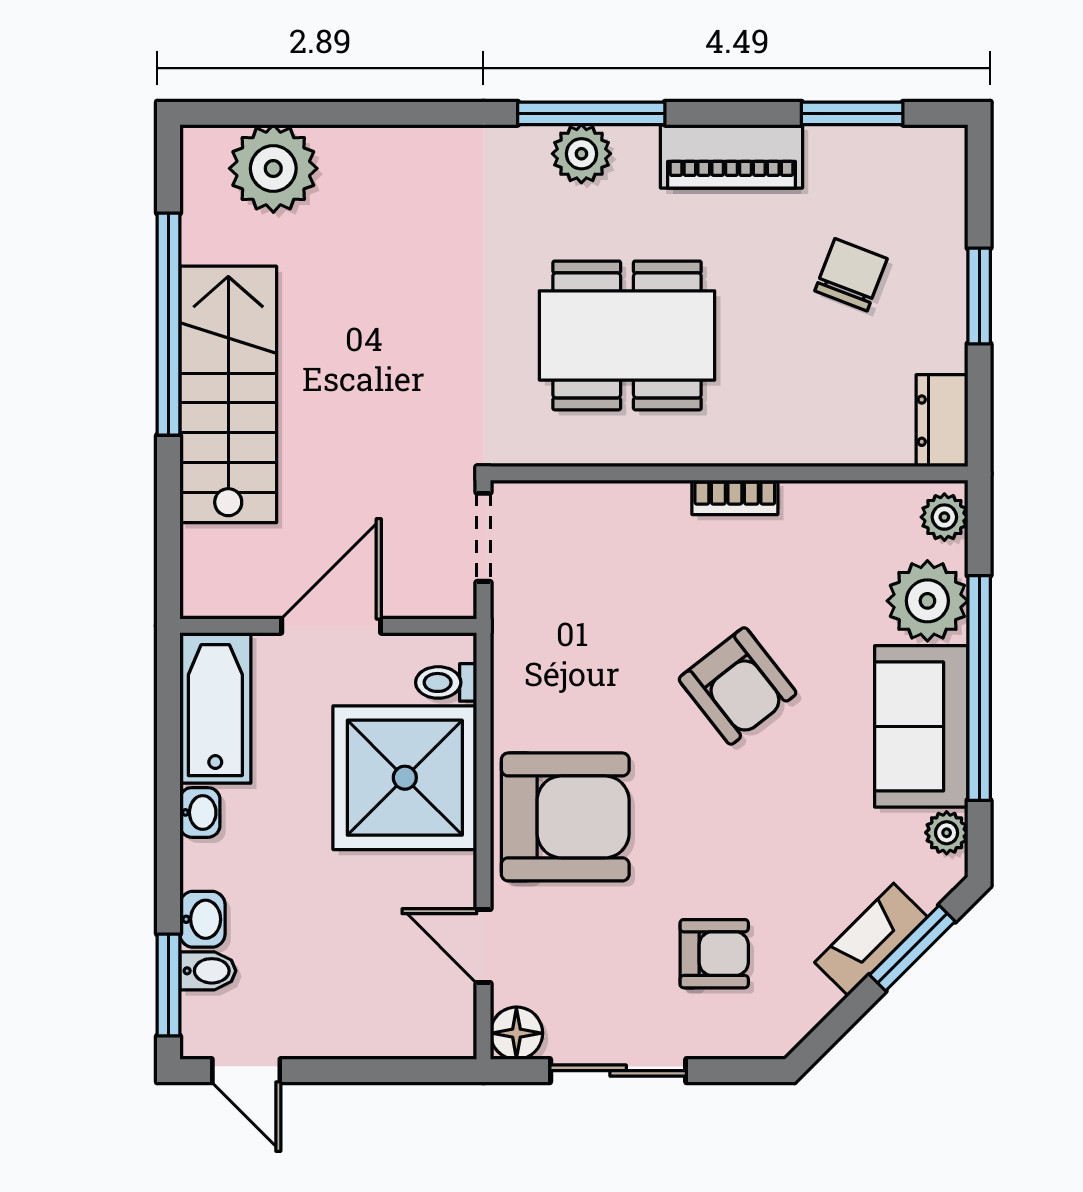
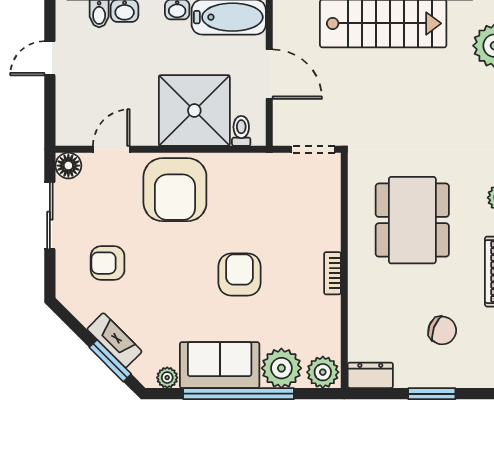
plant: (944, 517) -> (323, 372), width x1.38, depth x1.38
armchair: (738, 686) -> (240, 275), turned 128
armchair: (714, 954) -> (108, 263), turned 90
door: (246, 1071) -> (50, 58), moved

